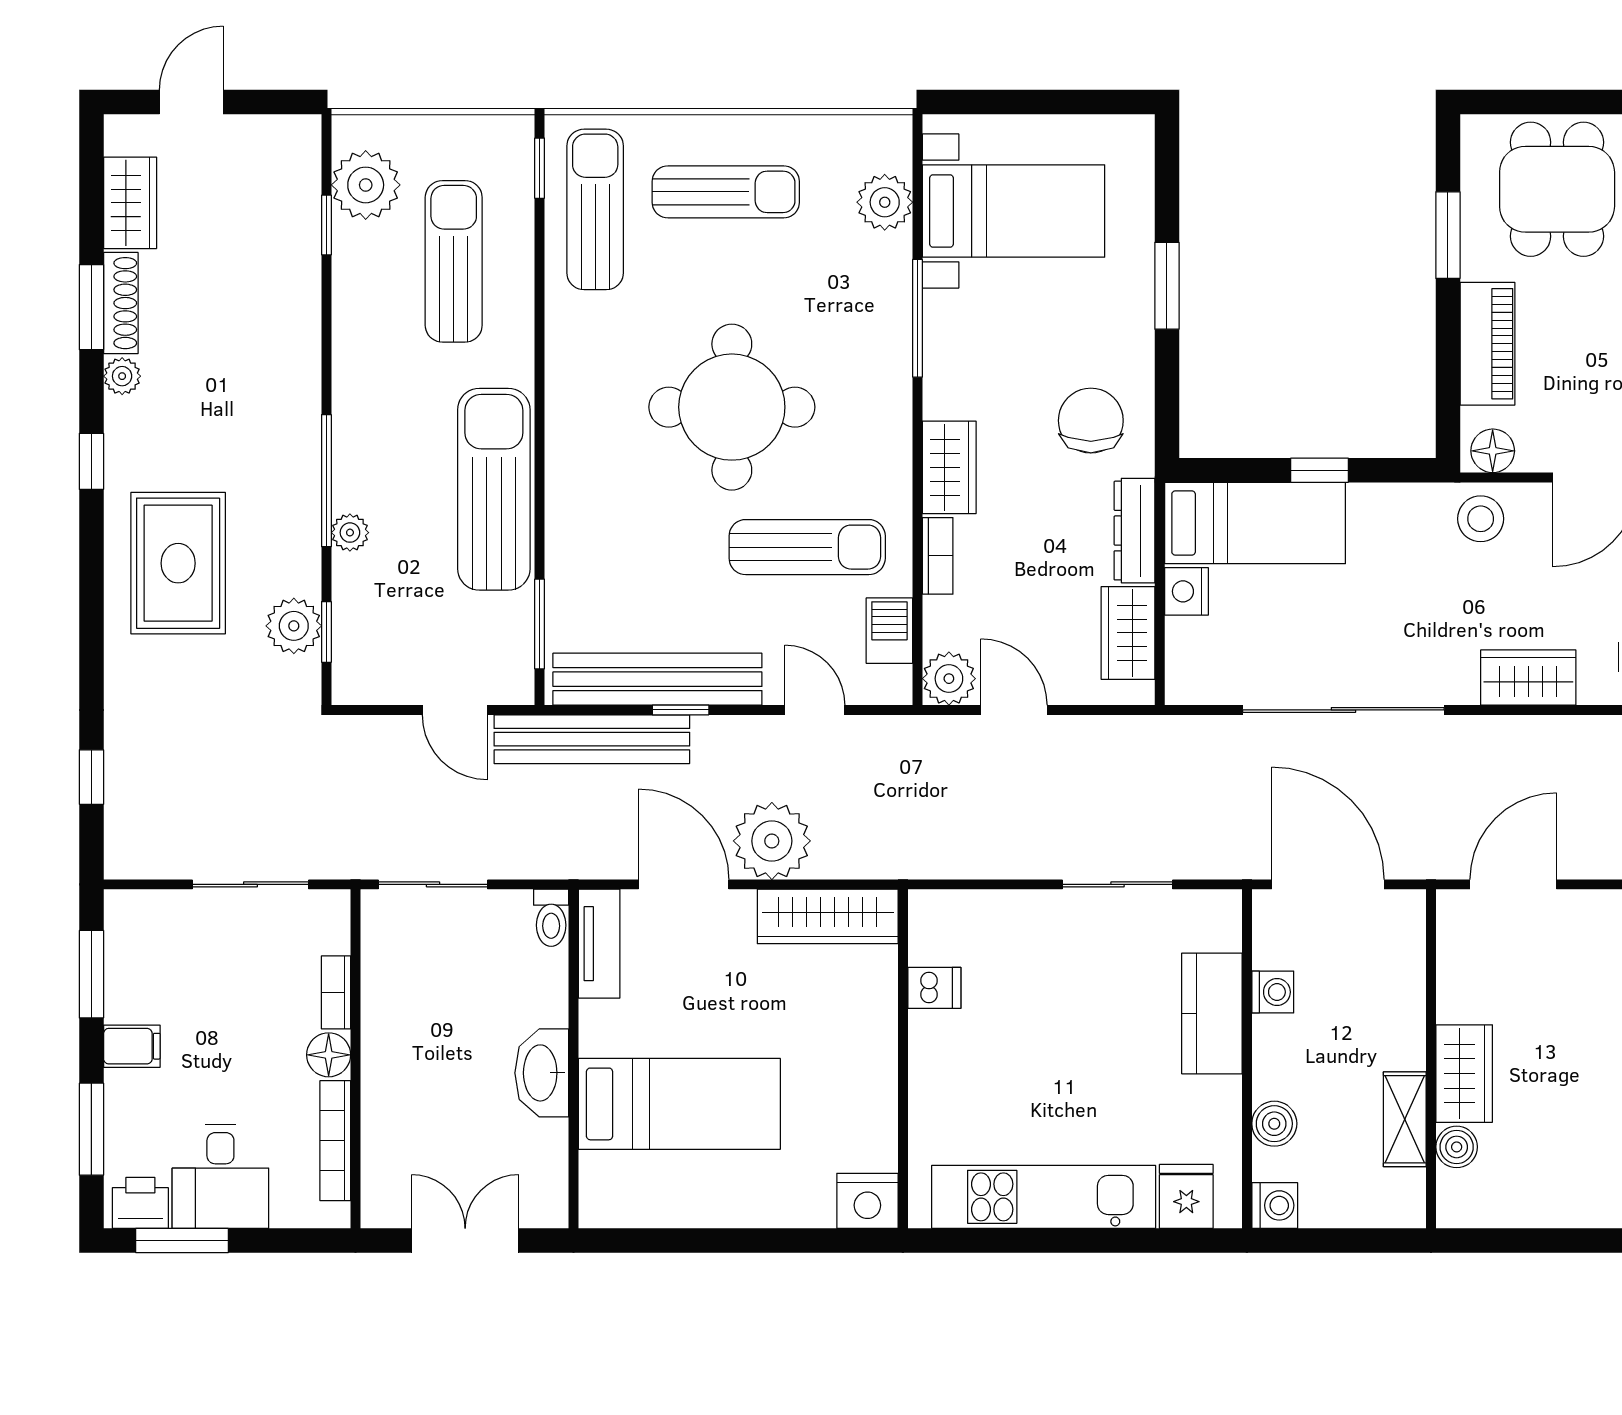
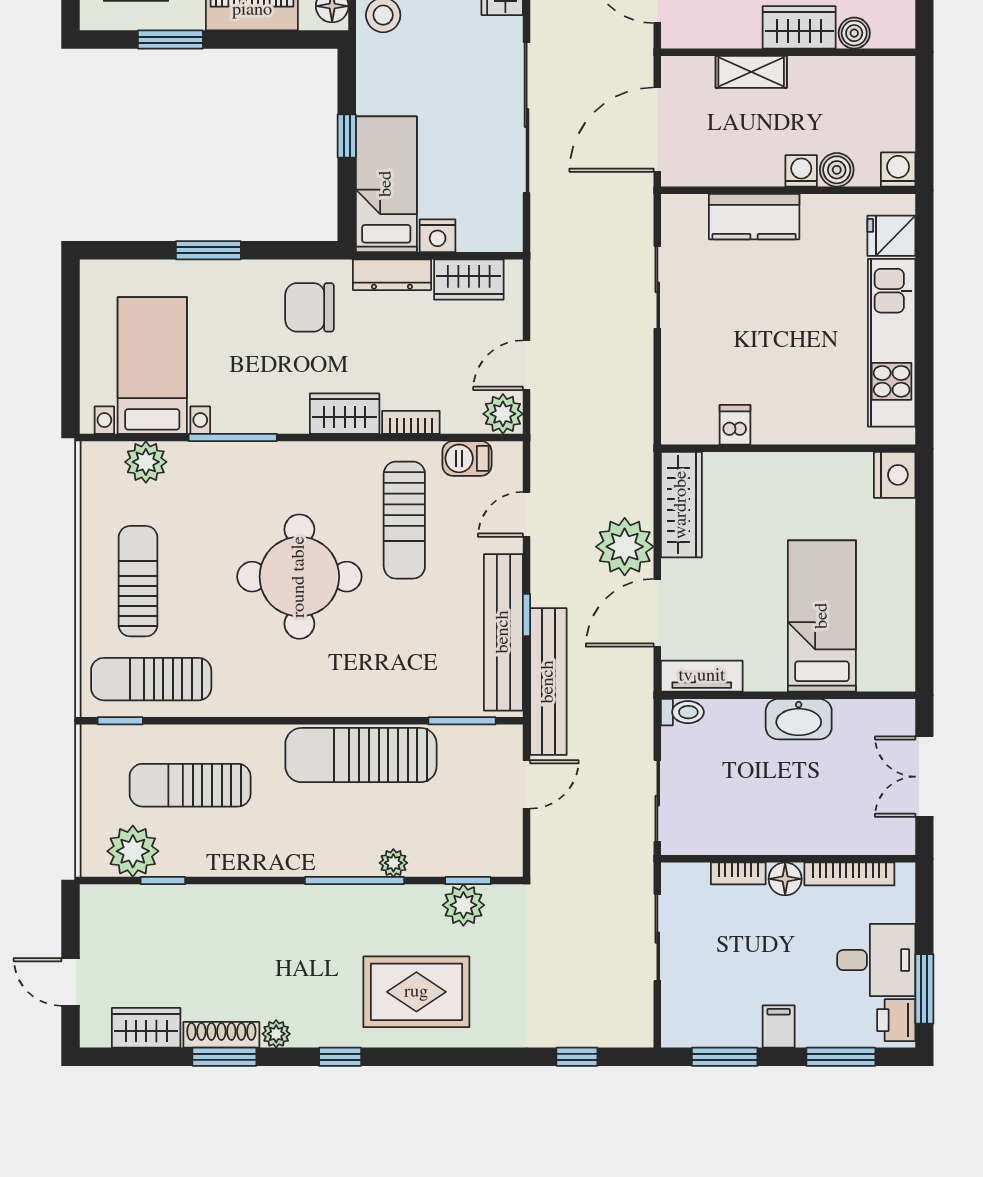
sun lounger: (807, 547) -> (404, 520), turned 180
washing machine: (1273, 992) -> (801, 171), moved
shelving: (1405, 1119) -> (751, 72), moved

